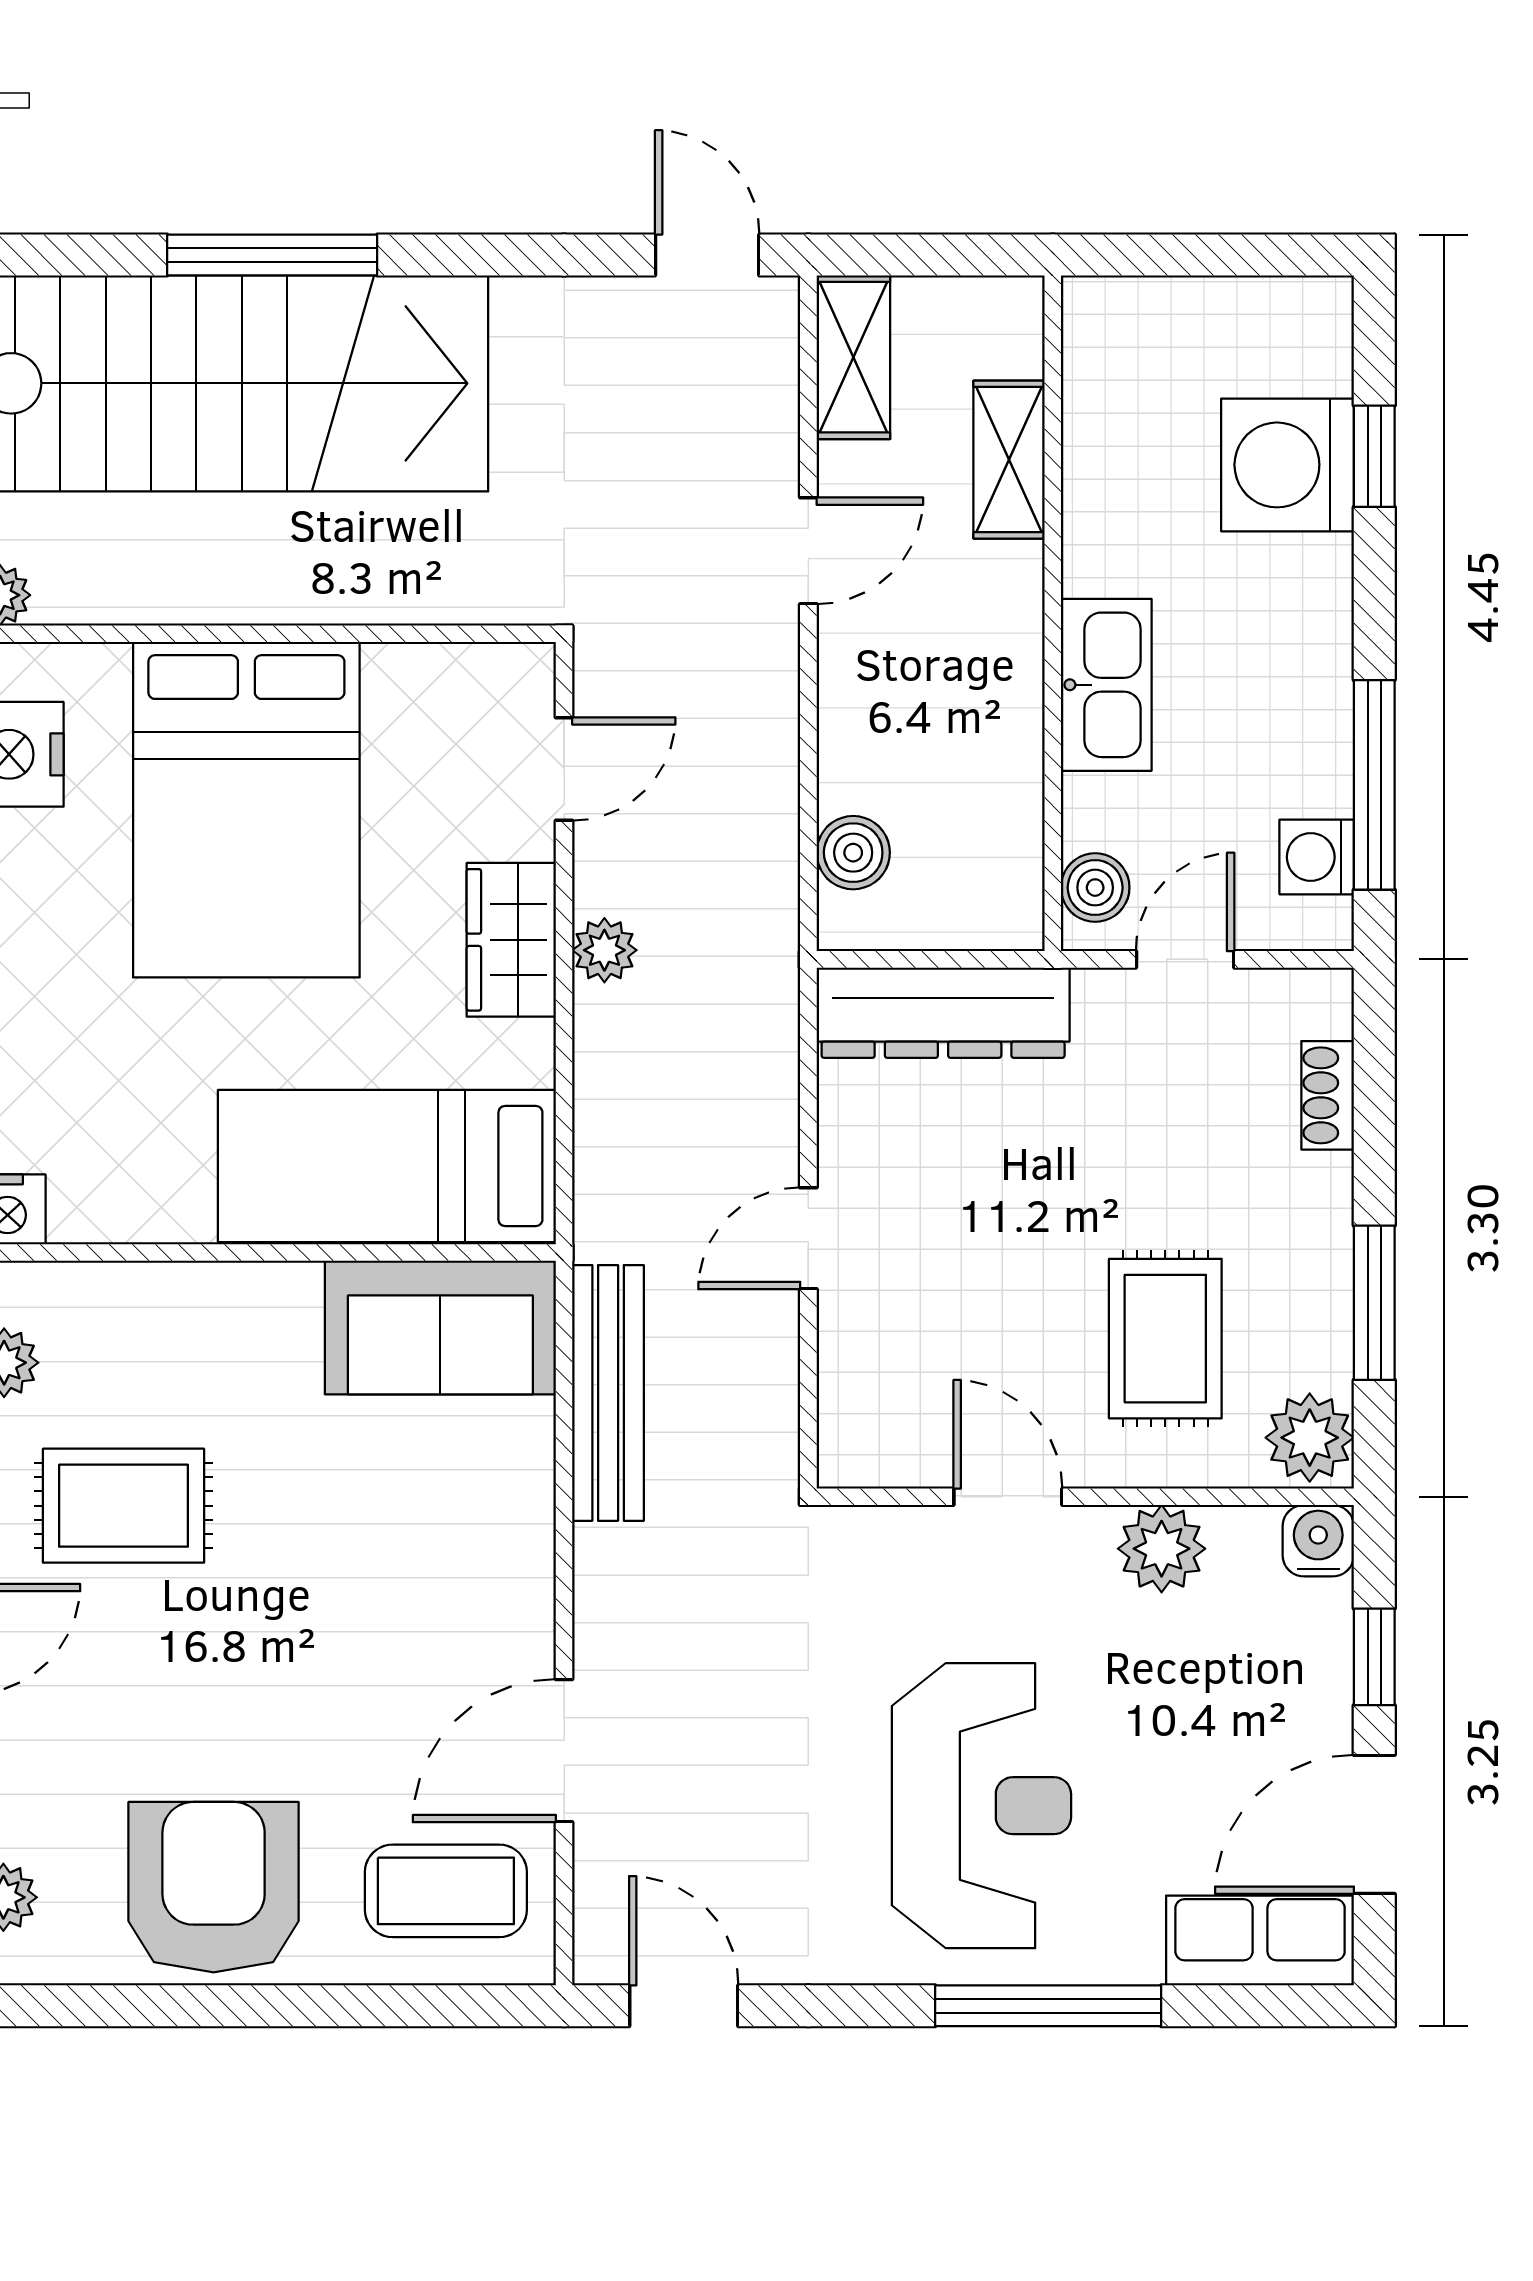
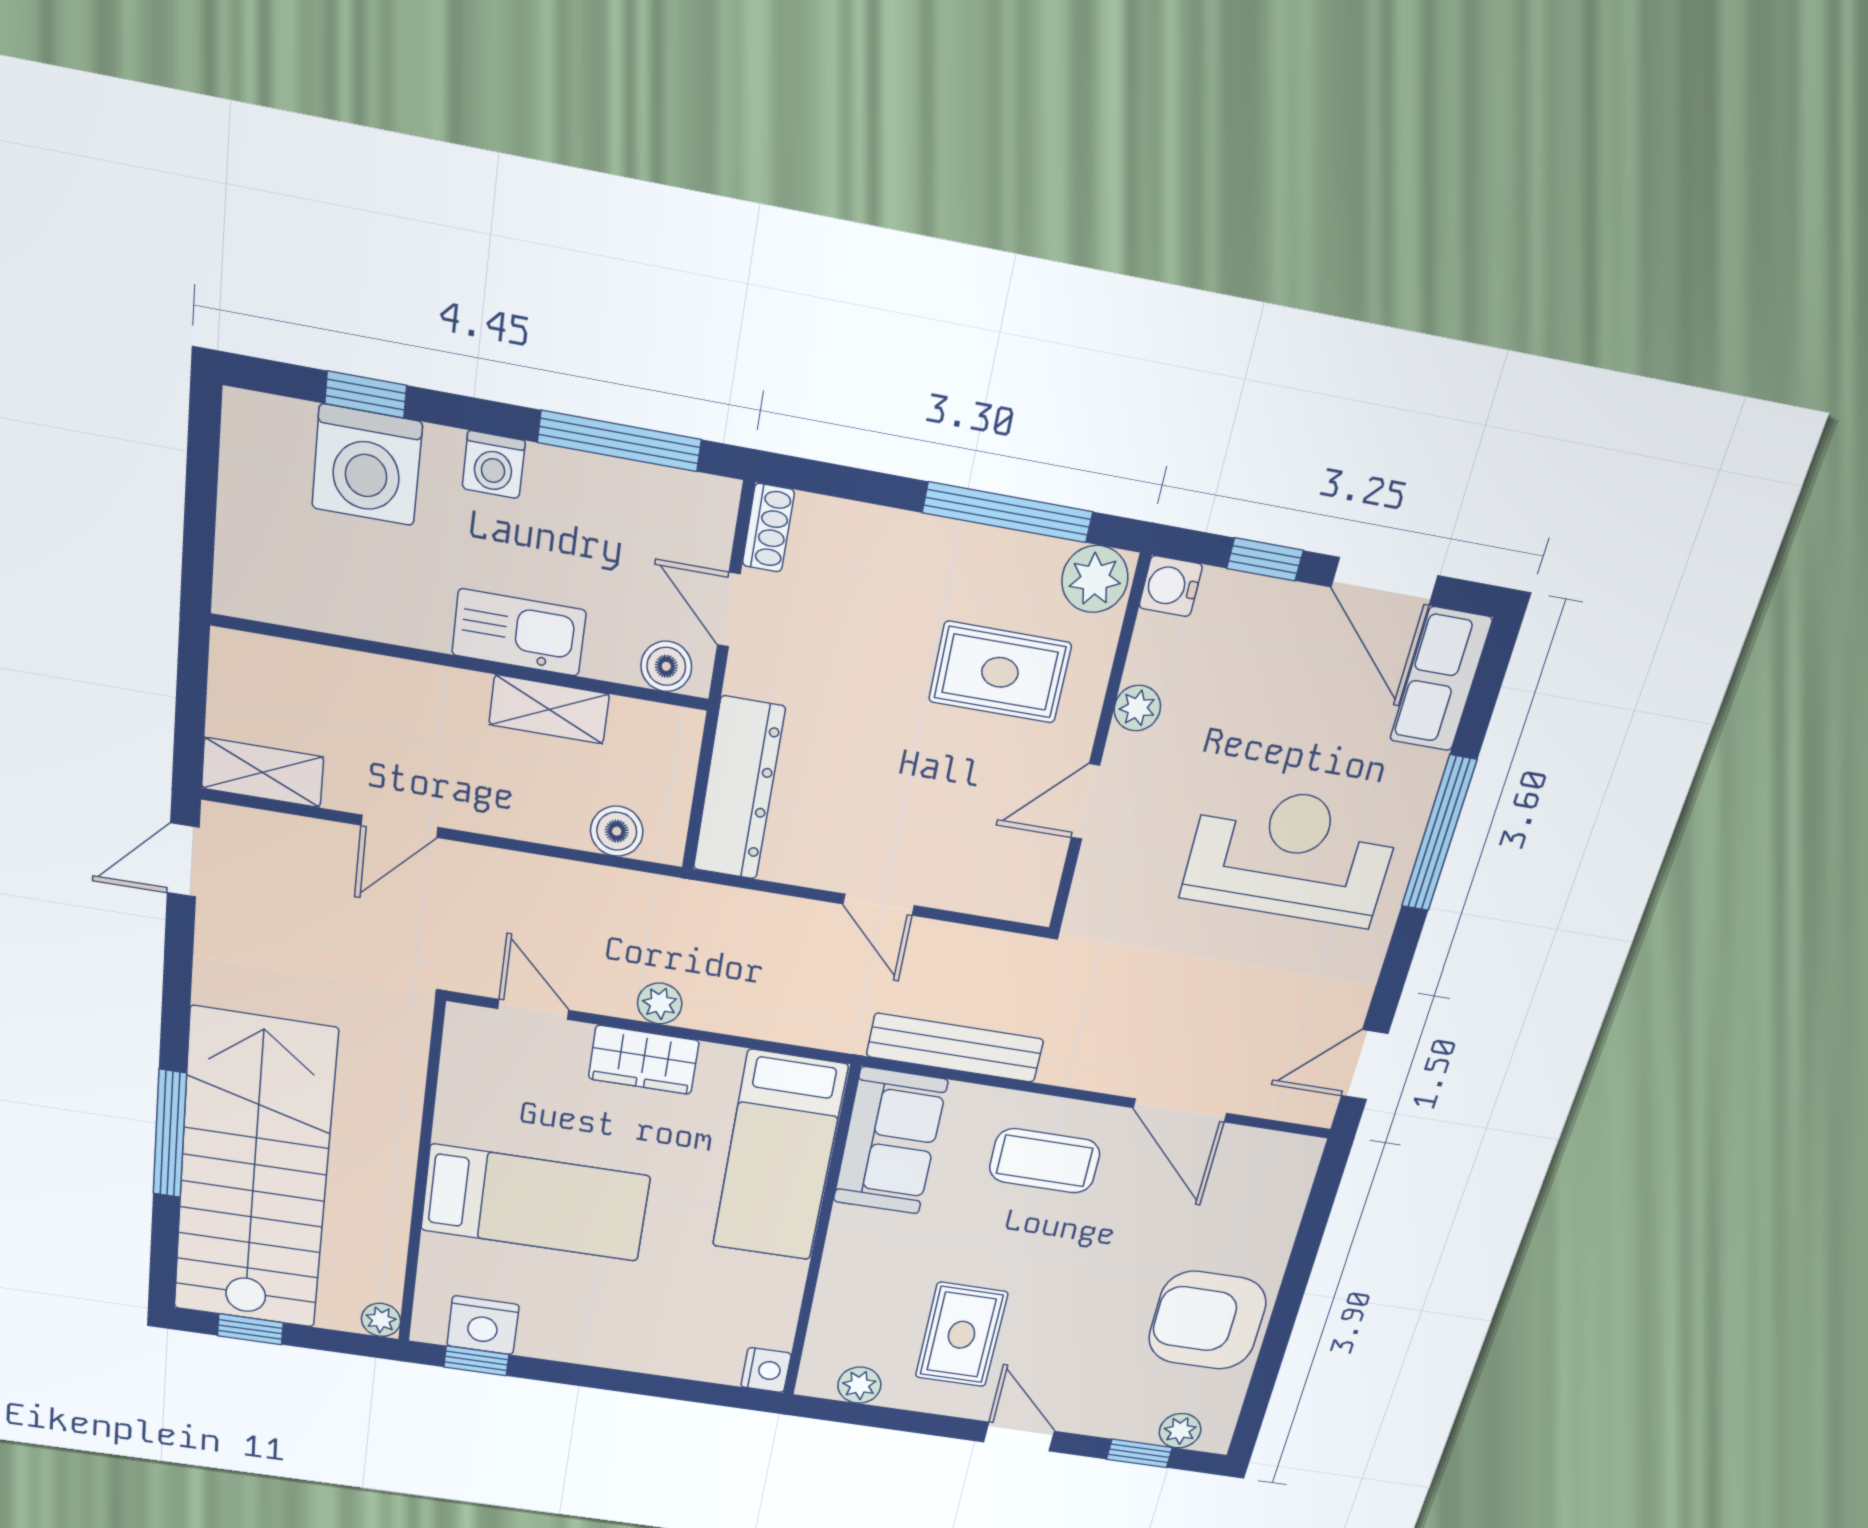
shelving: (1009, 460) -> (549, 709), moved
door: (808, 551) -> (399, 826), swing flipped
bed: (246, 810) -> (535, 1203), width x0.67
washing machine: (1317, 857) -> (494, 465), moved
shoe rack: (1328, 1095) -> (768, 528), moved, turned -90
window: (1374, 1303) -> (1008, 512), width x1.44
plant: (1162, 1549) -> (1137, 708), width x0.73, depth x0.73
coffee table: (446, 1891) -> (1045, 1161), moved, turned 90

